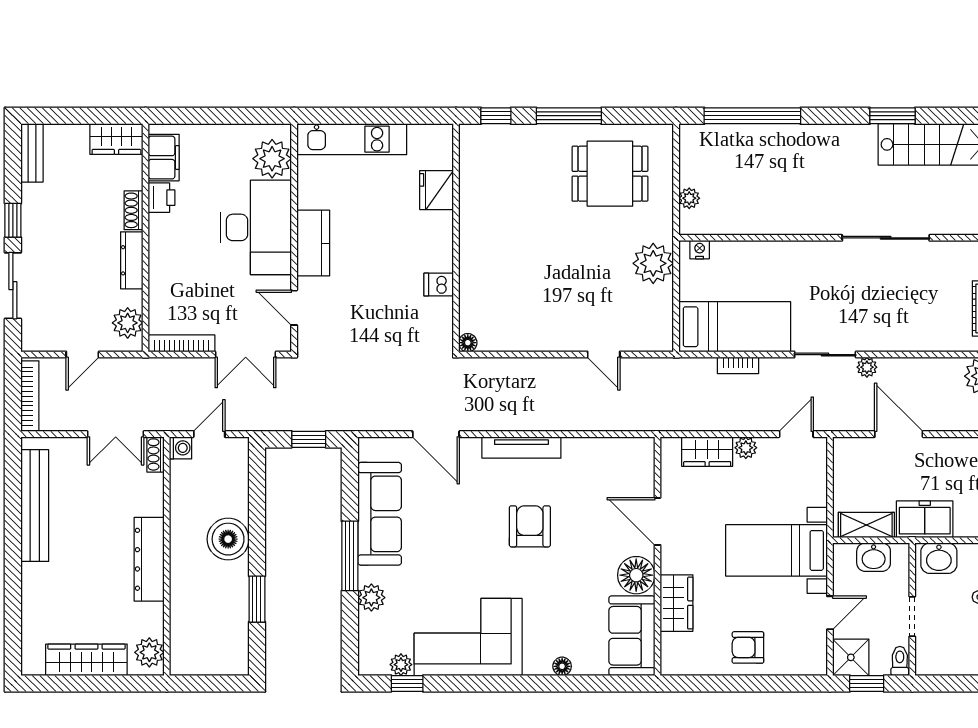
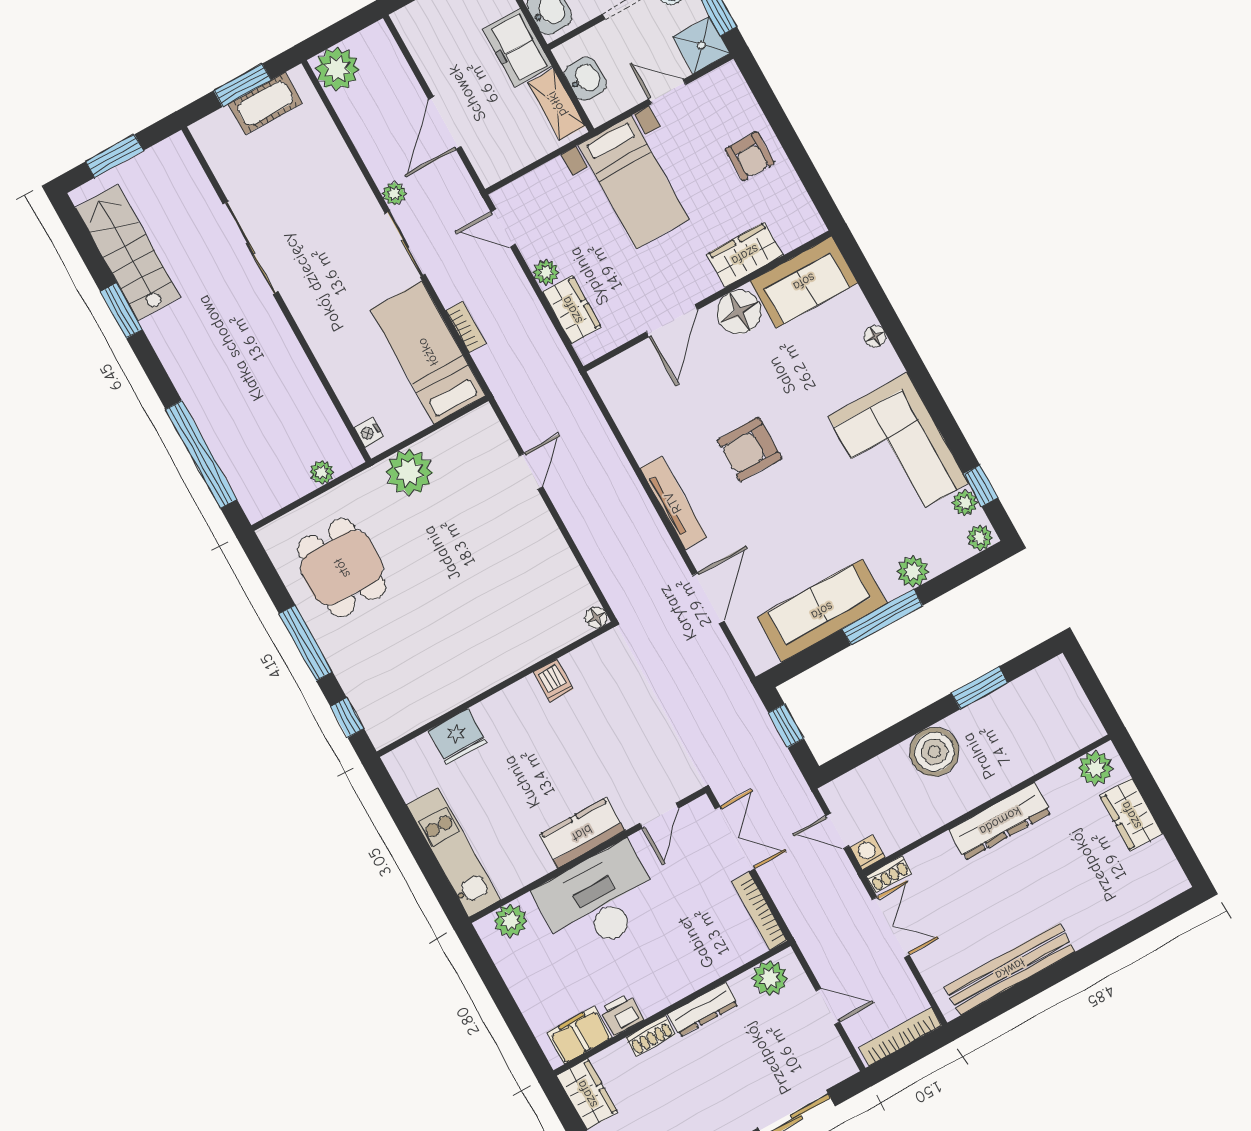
plant: (272, 159) -> (510, 921), width x0.73, depth x0.73
wardrobe: (86, 660) -> (1131, 815), width x0.67
plant: (369, 661) -> (980, 538), added

